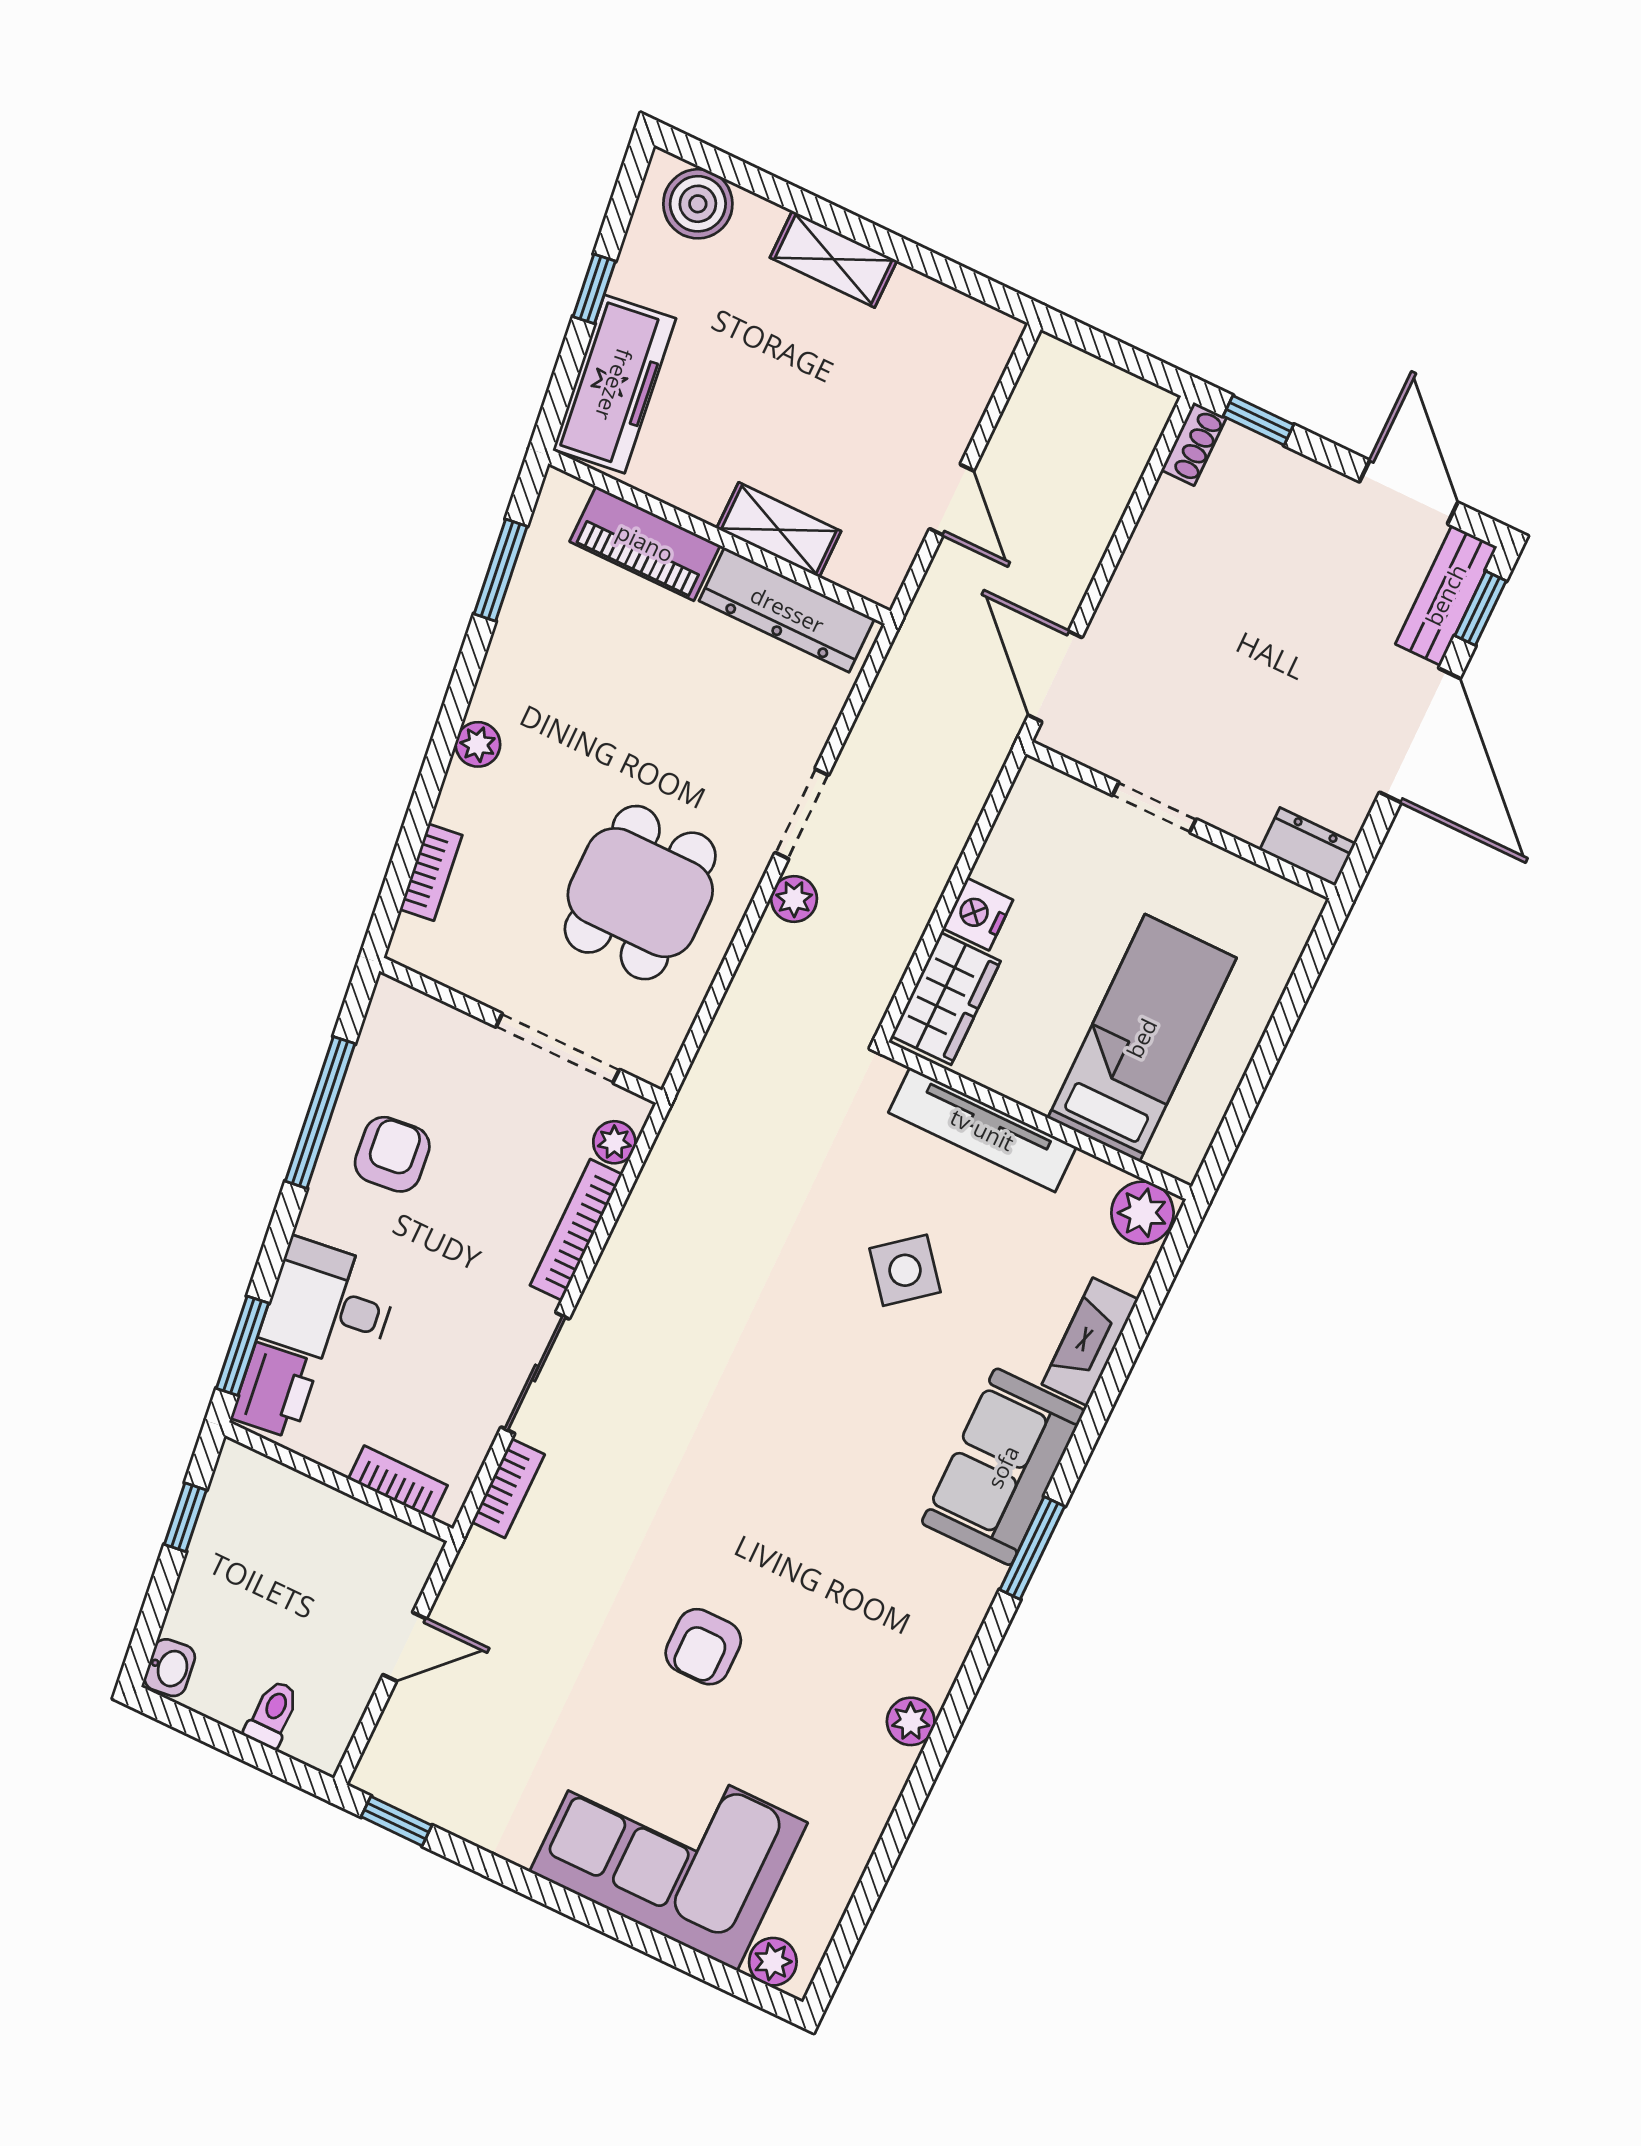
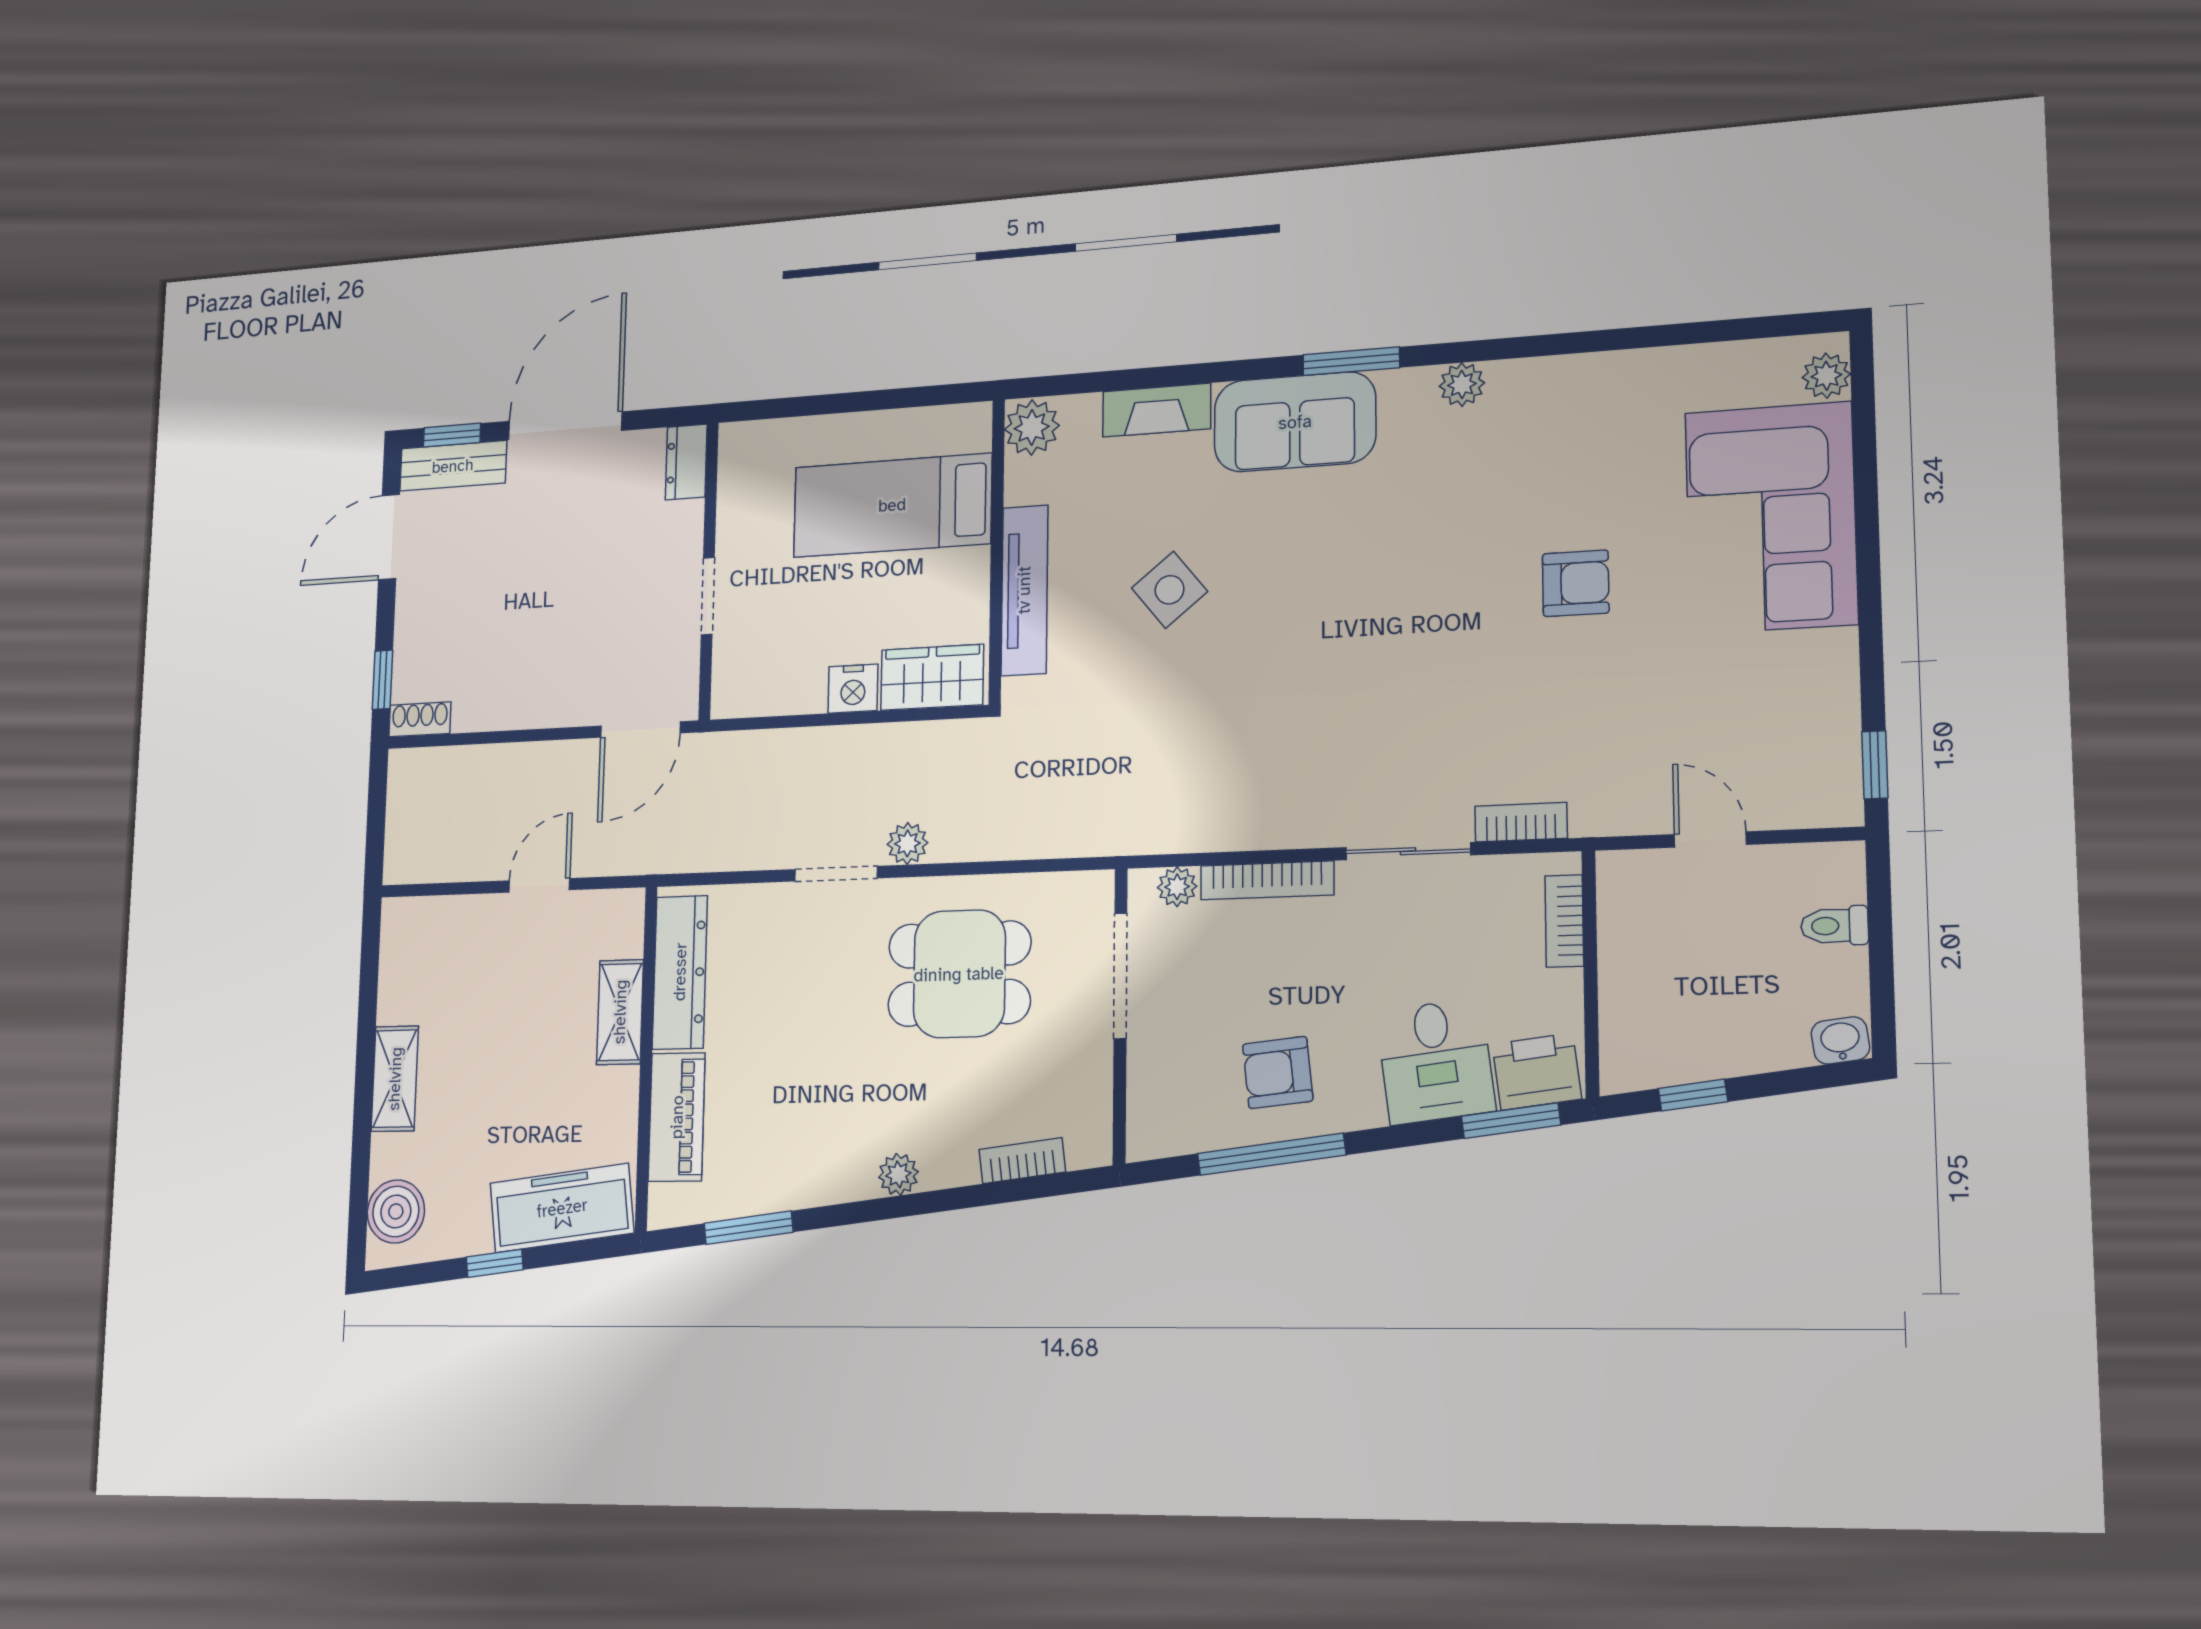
plant: (911, 1721) -> (1462, 385), moved

